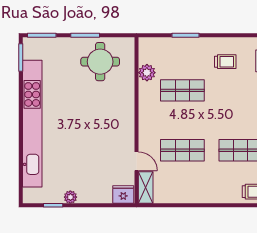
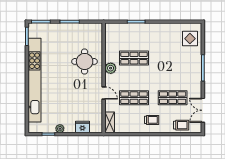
round table: (100, 62) -> (85, 61), moved
trolley: (225, 62) -> (152, 120), moved
plant: (147, 73) -> (111, 68), moved
door: (137, 161) -> (104, 93), moved
fridge: (123, 195) -> (82, 127), moved

